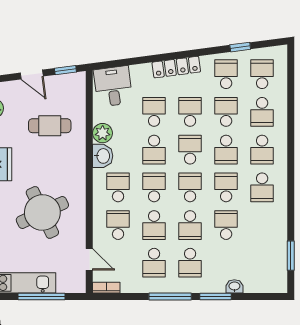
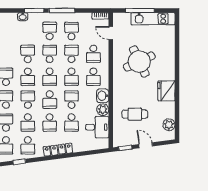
desk: (113, 86) -> (97, 127), moved, turned -83
school desk: (226, 225) -> (28, 54), turned 180

